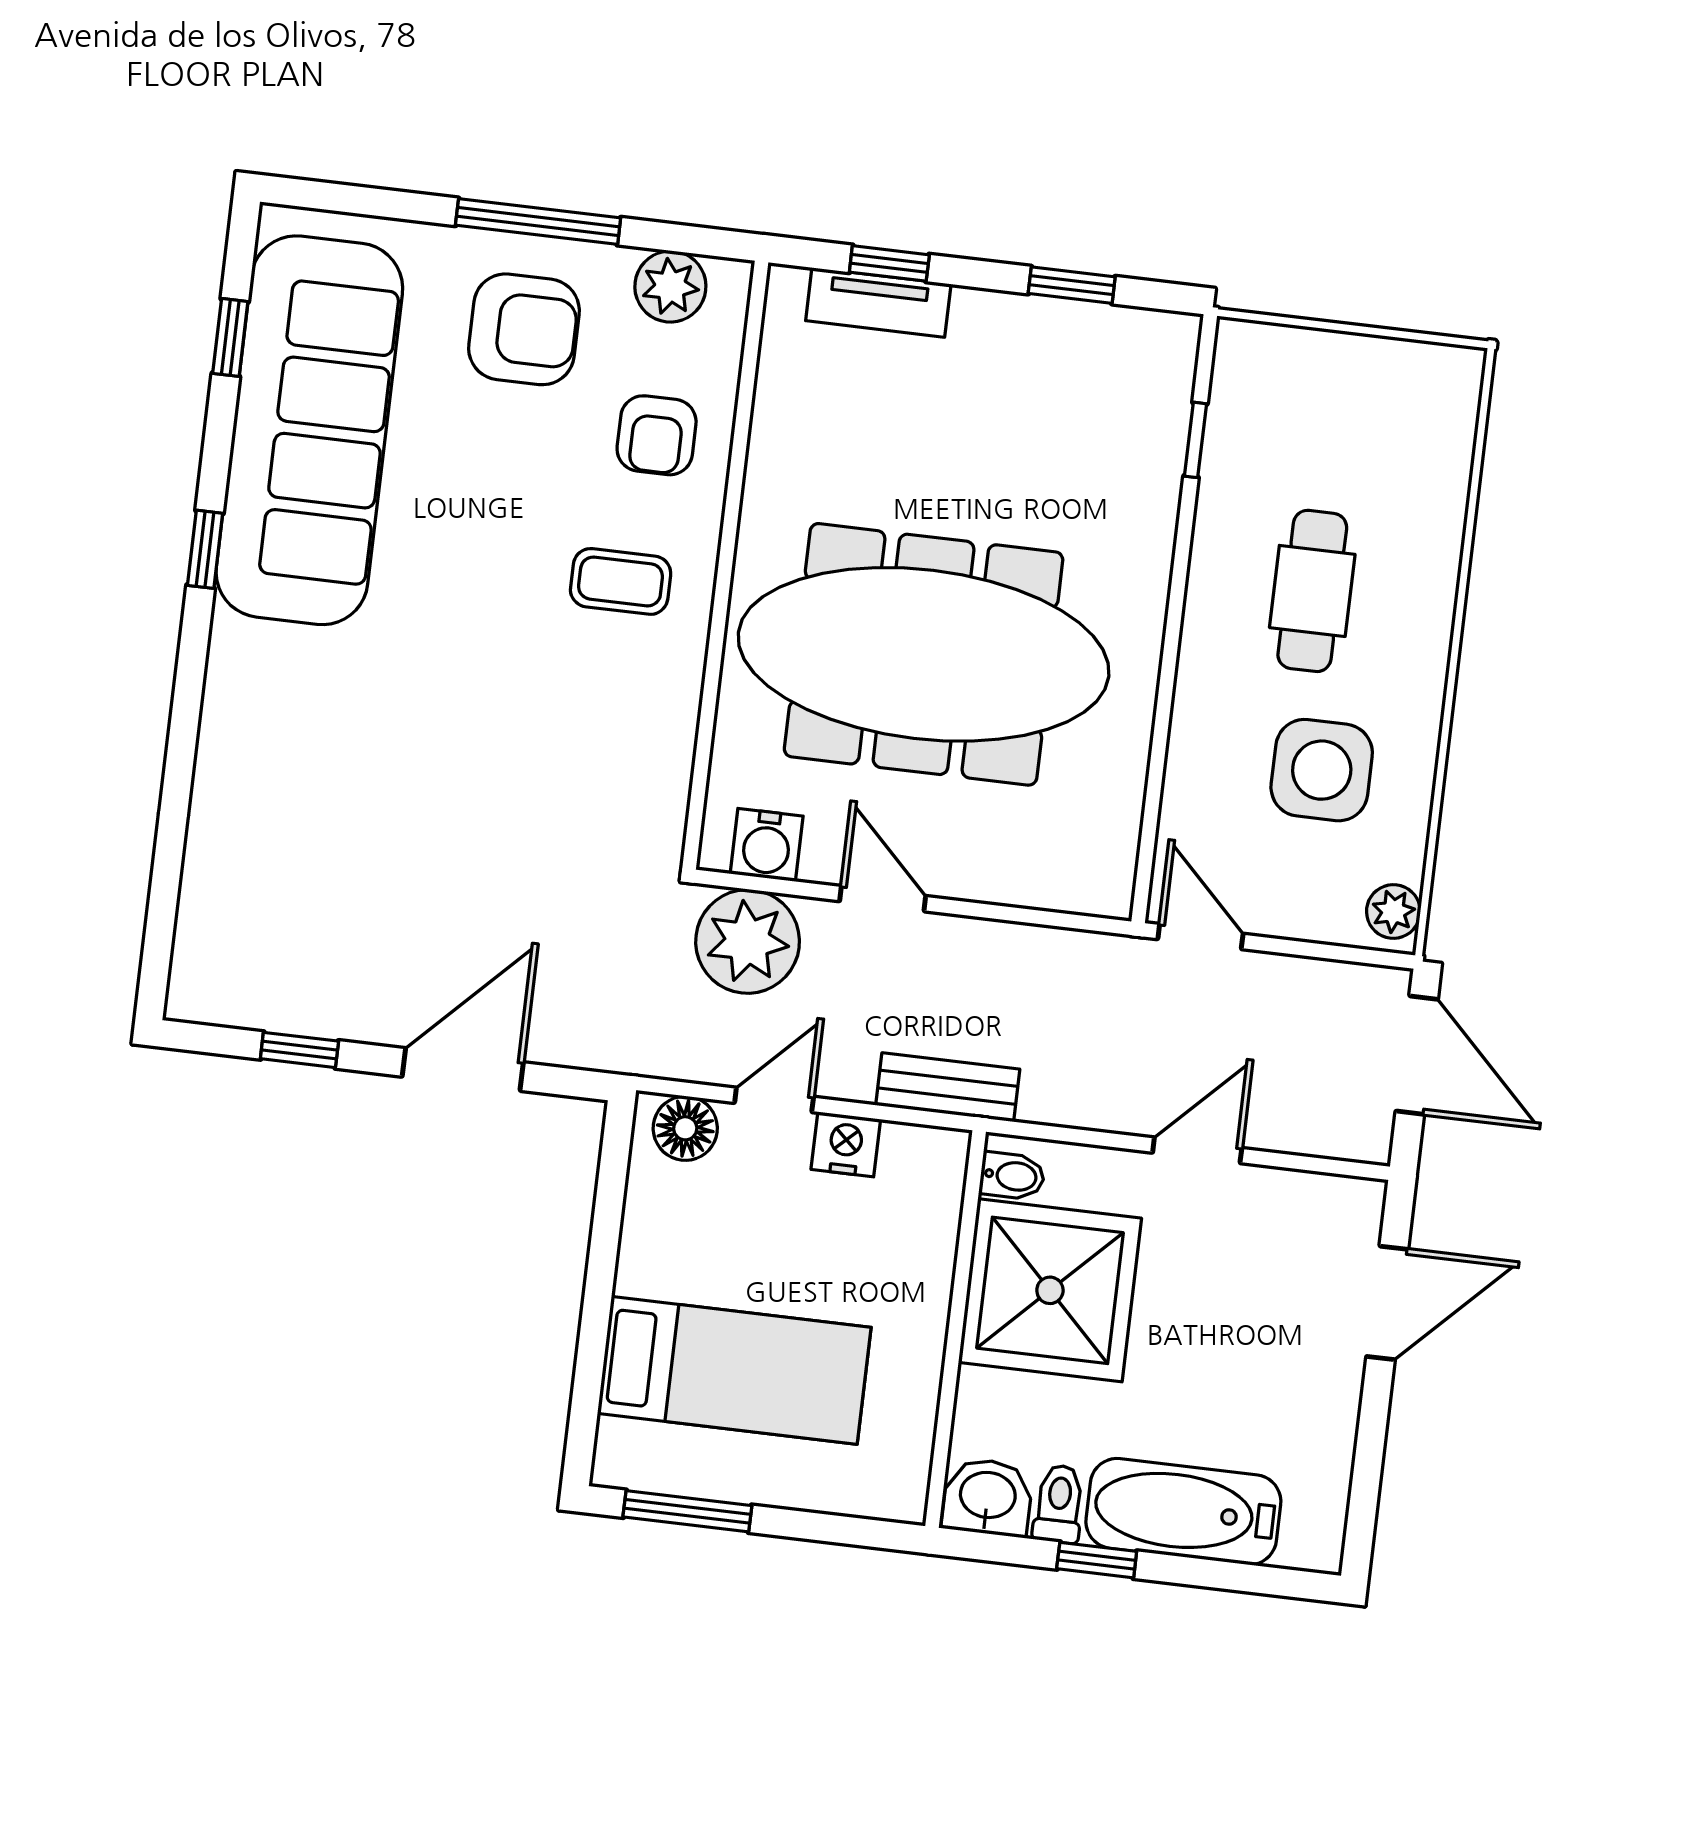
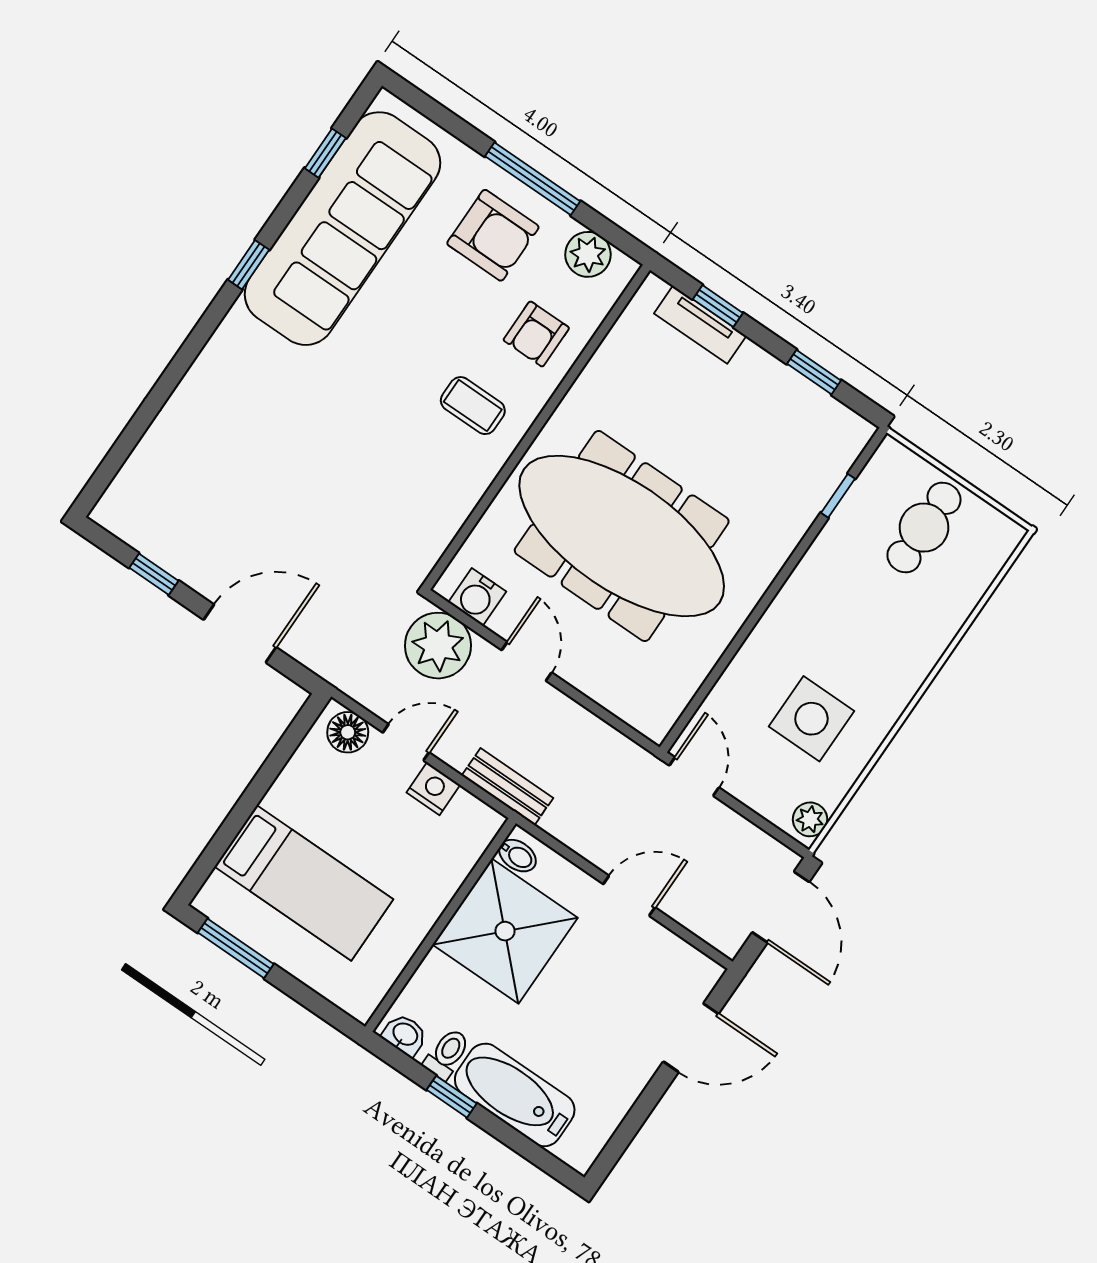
cafe table: (1312, 591) -> (924, 528), moved
washbasin: (988, 1497) -> (405, 1035), width x0.72, depth x0.69

